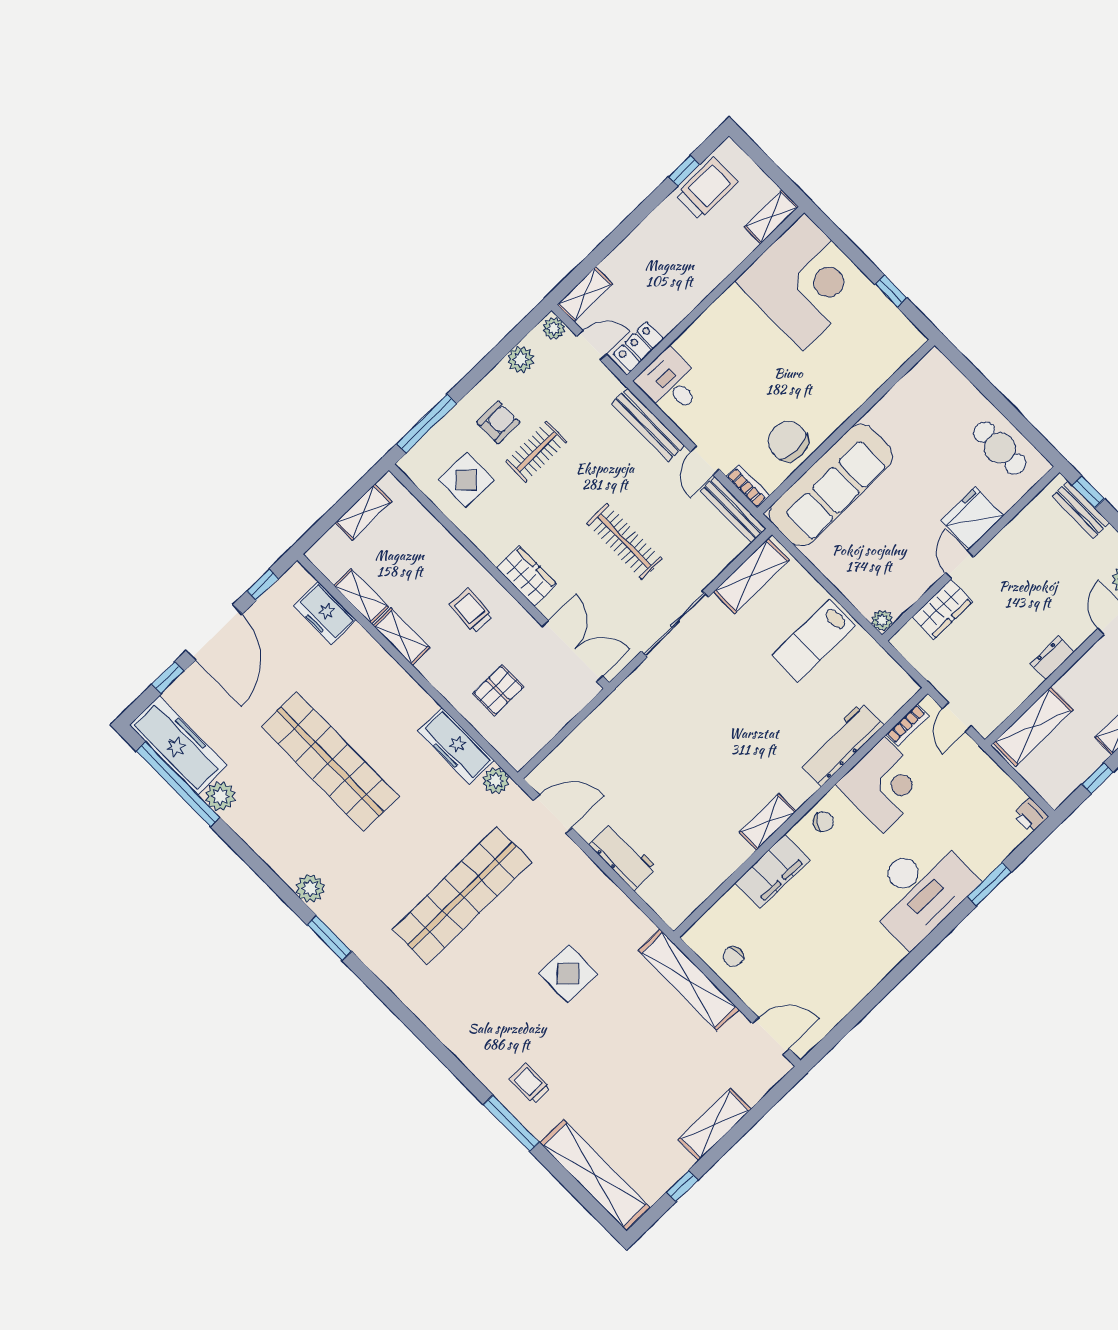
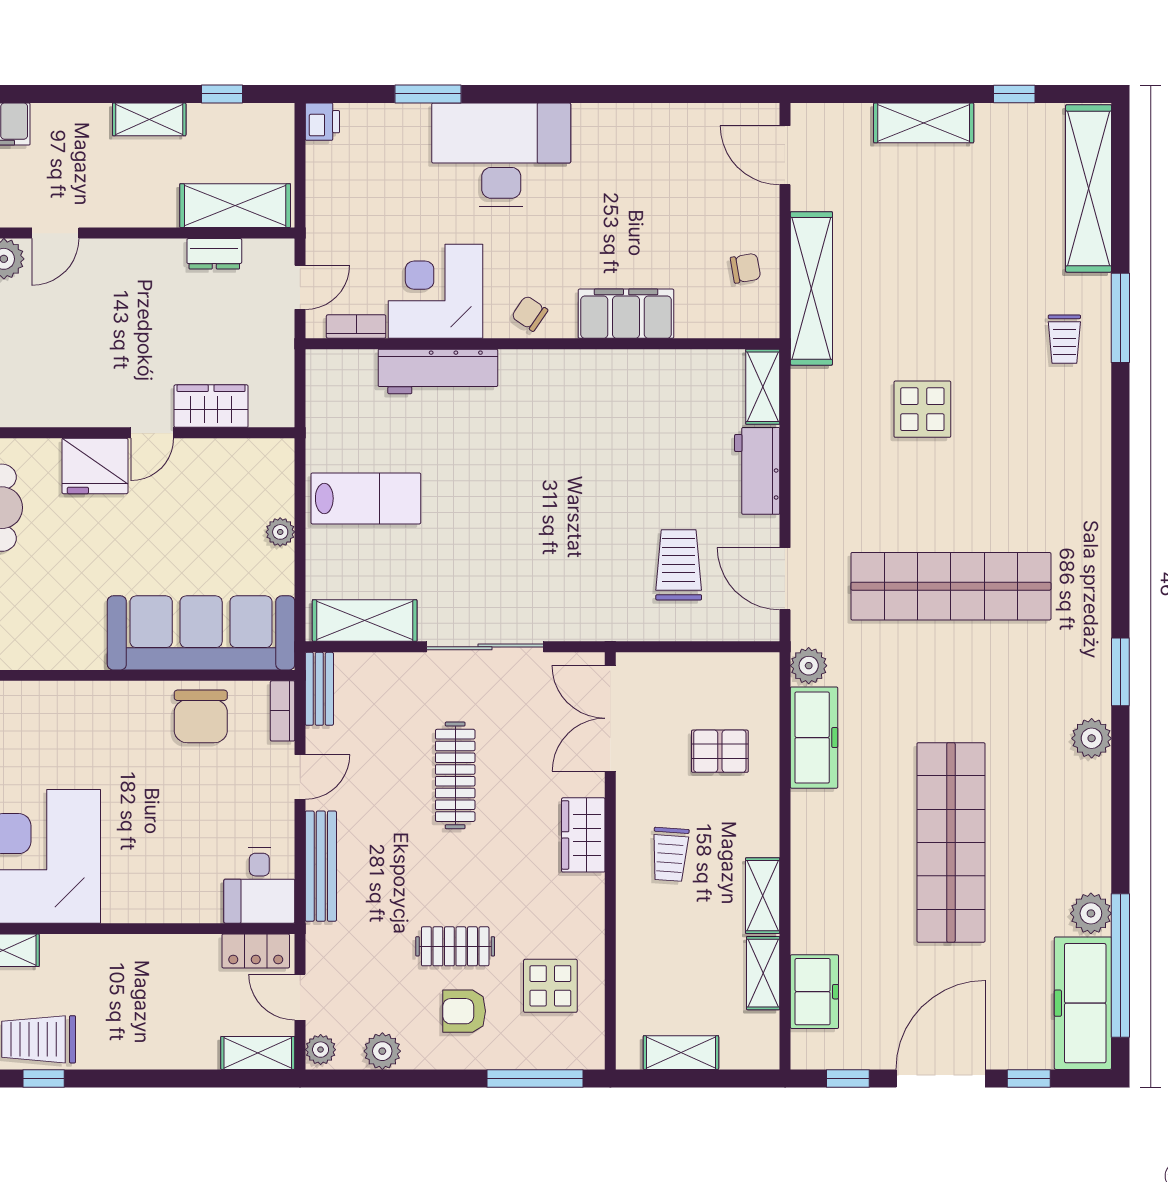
bench: (733, 510) -> (319, 689), width x0.73
plant: (882, 620) -> (280, 532), moved
dresser: (1052, 658) -> (214, 254), moved
trolley: (616, 767) -> (679, 565), added
shelving: (768, 822) -> (763, 387), moved, turned 90

